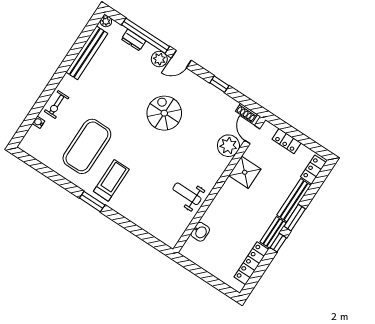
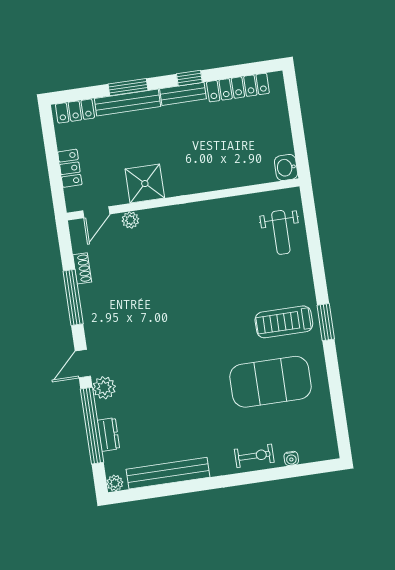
door: (181, 59) -> (83, 364), swing flipped
window: (219, 84) -> (73, 297), width x2.17
spiral stairs: (164, 113) -> (159, 330), removed
shoe rack: (246, 113) -> (82, 268), moved
plant: (228, 146) -> (130, 220), width x0.53, depth x0.53
weight bench: (187, 194) -> (281, 232), moved
window: (295, 218) -> (128, 87), moved
washbasin: (200, 232) -> (286, 167), moved, turned -90

